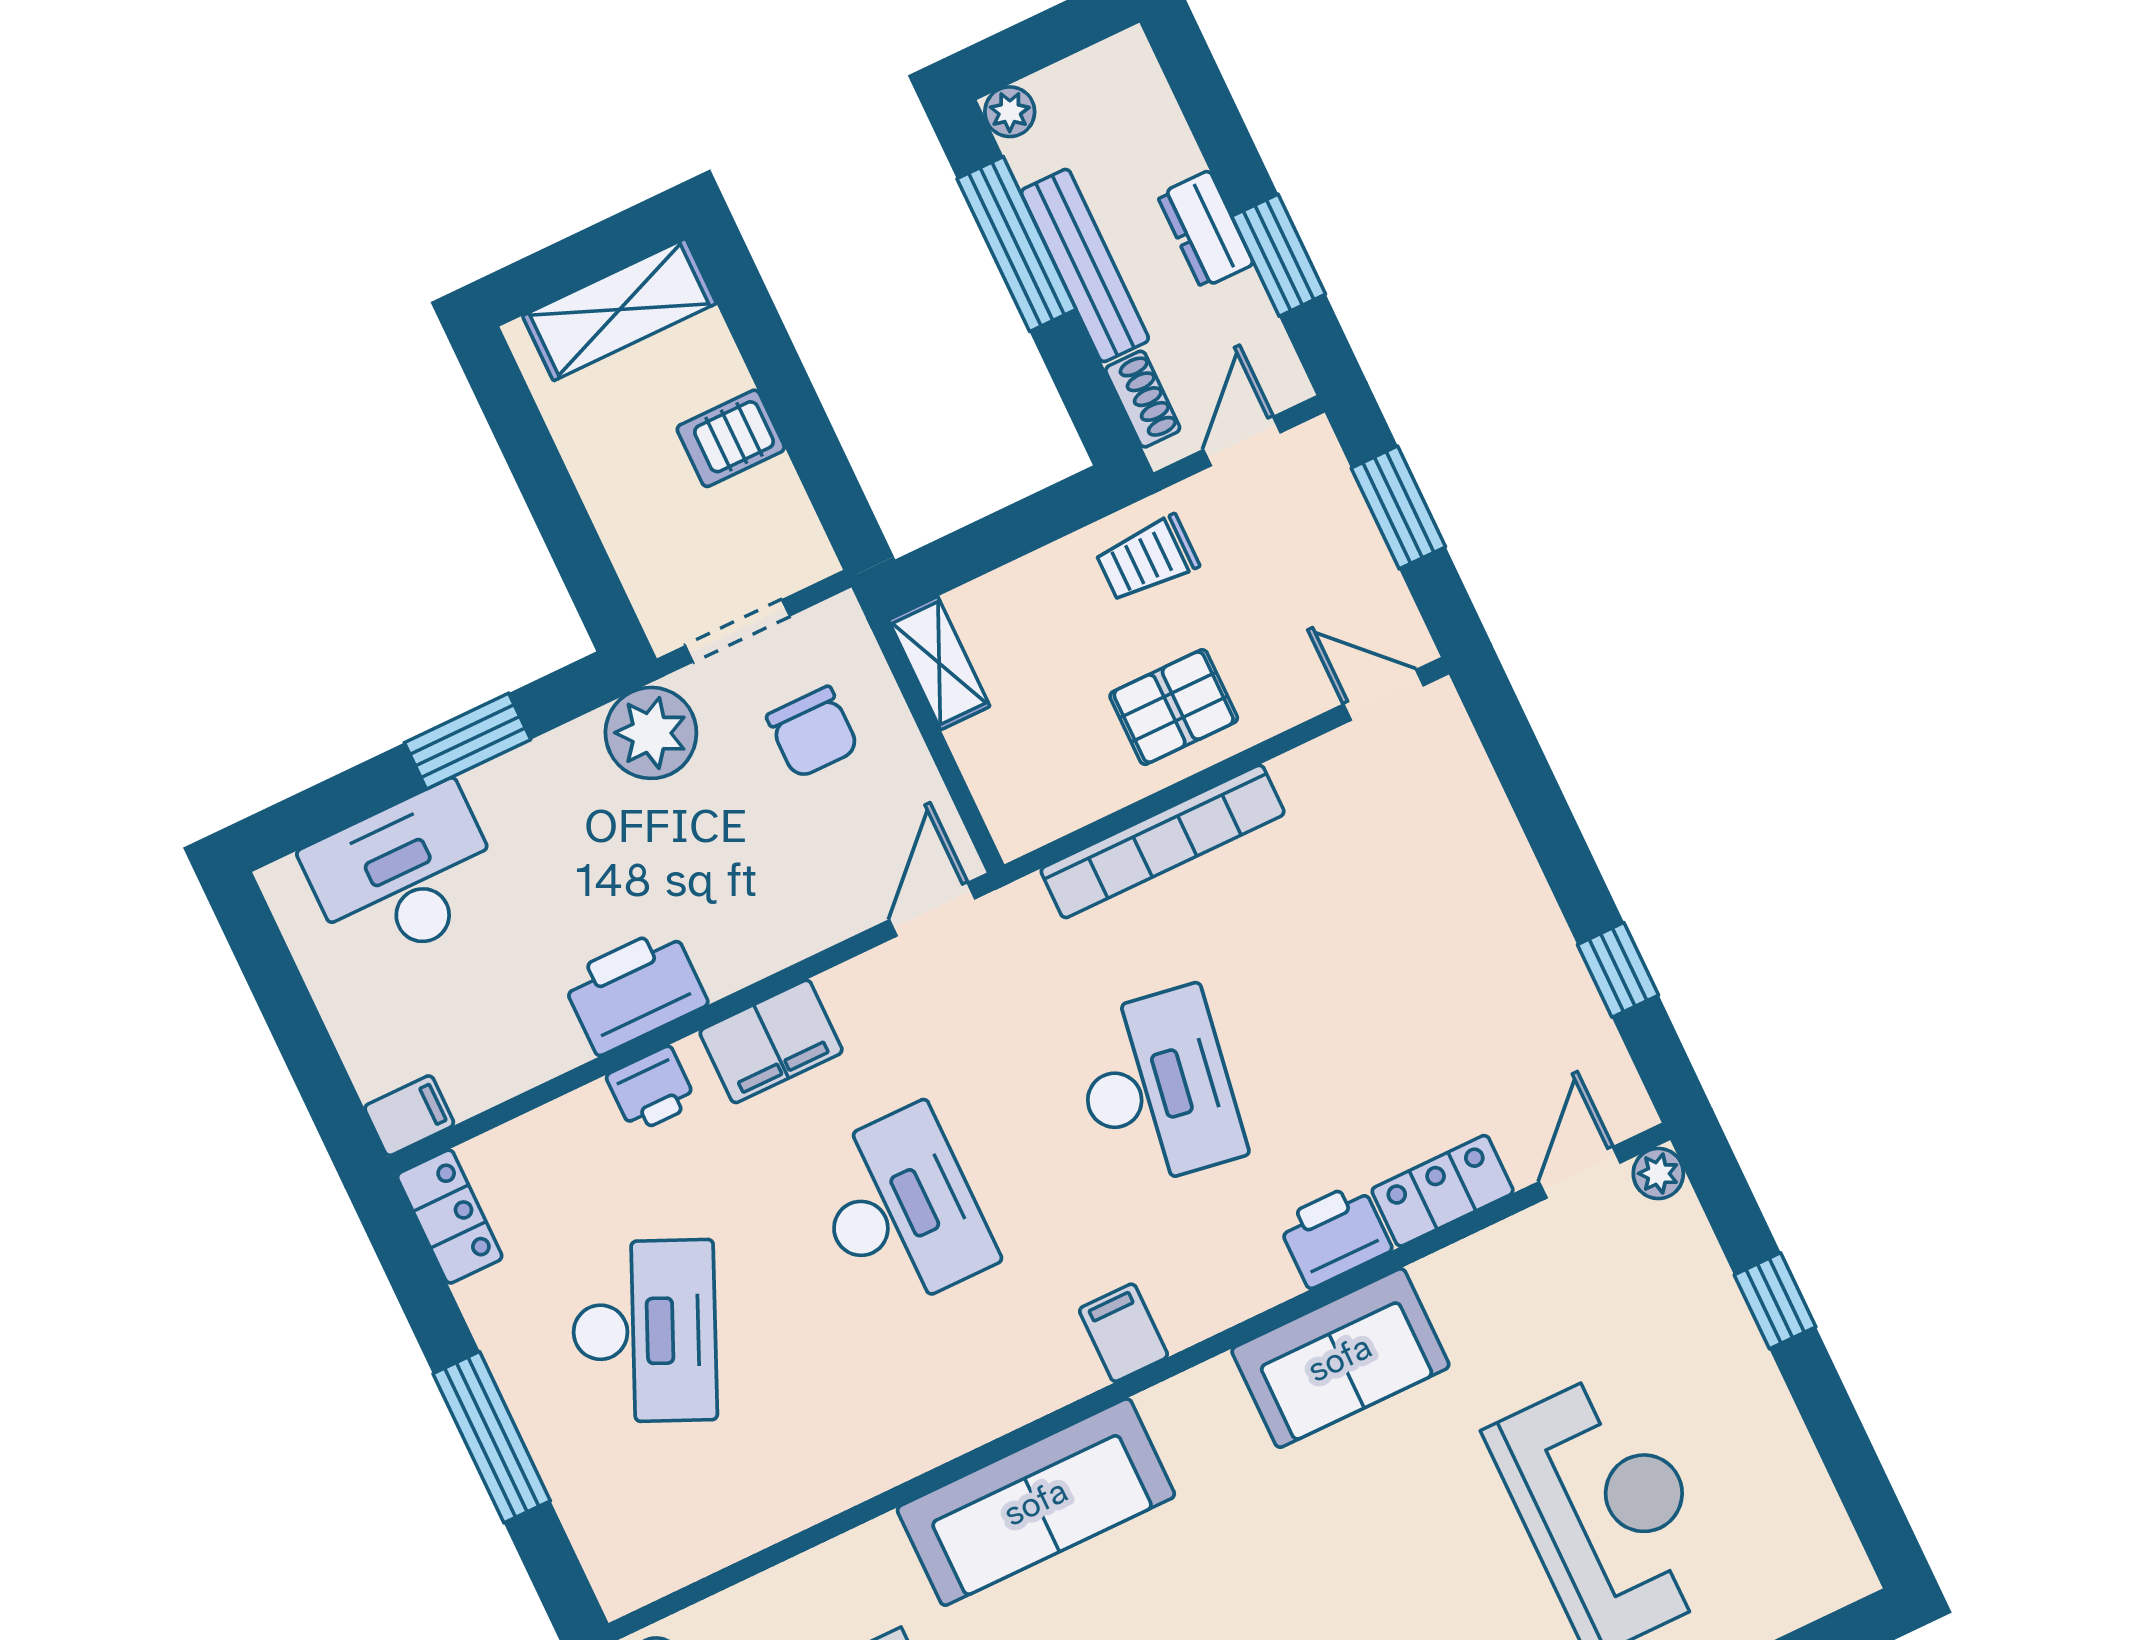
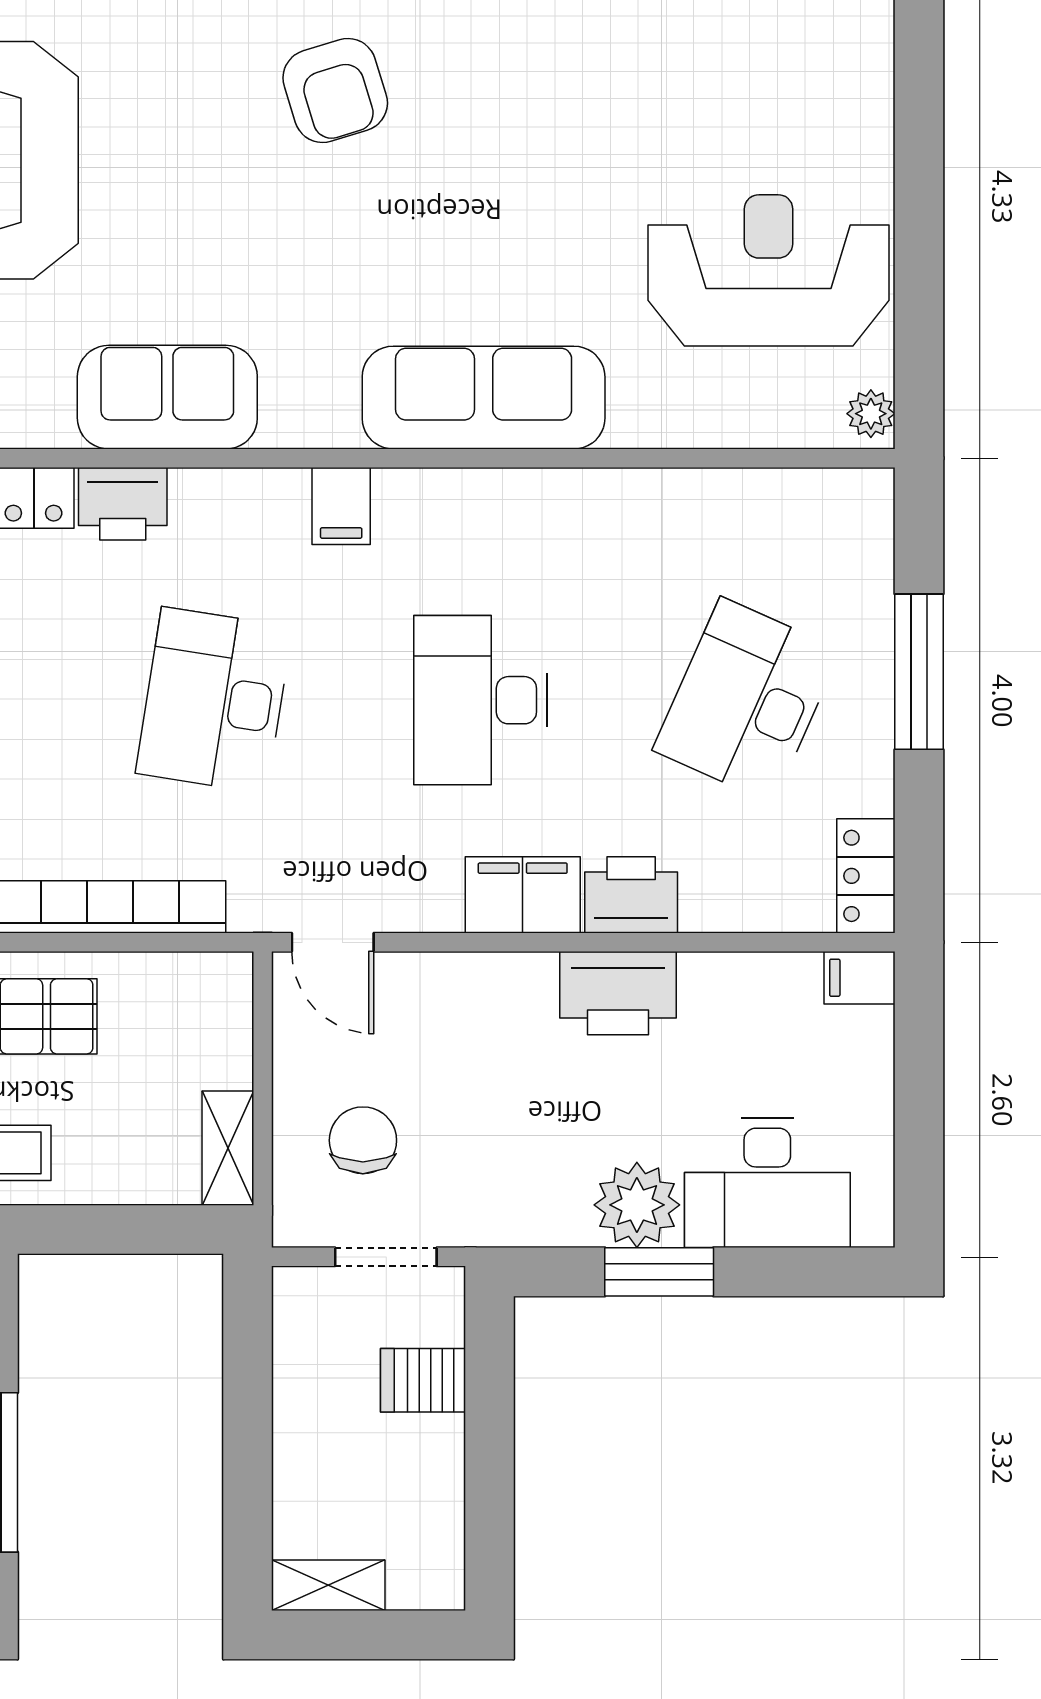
shelving: (619, 310) -> (328, 1585), width x0.67, depth x0.75
server rack: (731, 438) -> (423, 1380), moved, turned 180
plant: (651, 733) -> (637, 1205), moved
door: (932, 909) -> (333, 942), hinge flipped
printer: (652, 1090) -> (631, 895), width x1.36, depth x1.24

